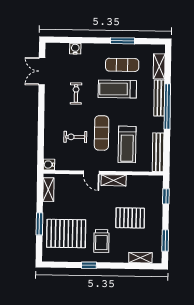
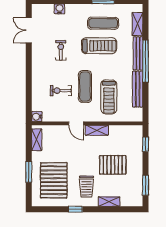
treadmill: (117, 89) -> (99, 46), turned 180
bench: (158, 152) -> (138, 89), moved
pallet: (66, 233) -> (54, 180), turned 90
shelving: (140, 258) -> (109, 202), moved

